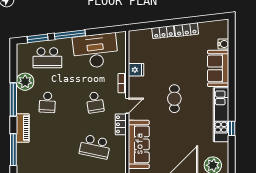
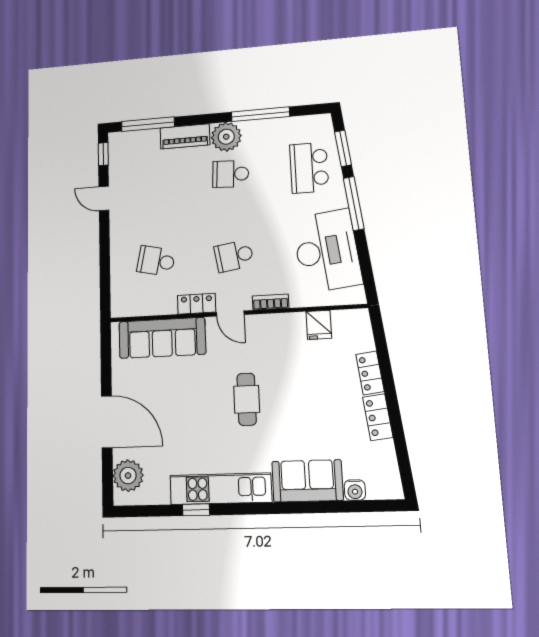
fridge: (136, 70) -> (319, 325), moved
plant: (25, 82) -> (226, 137), moved
cafe table: (174, 99) -> (247, 399), turned 90
window: (13, 100) -> (260, 114), moved
school desk: (95, 147) -> (156, 261), width x0.54

